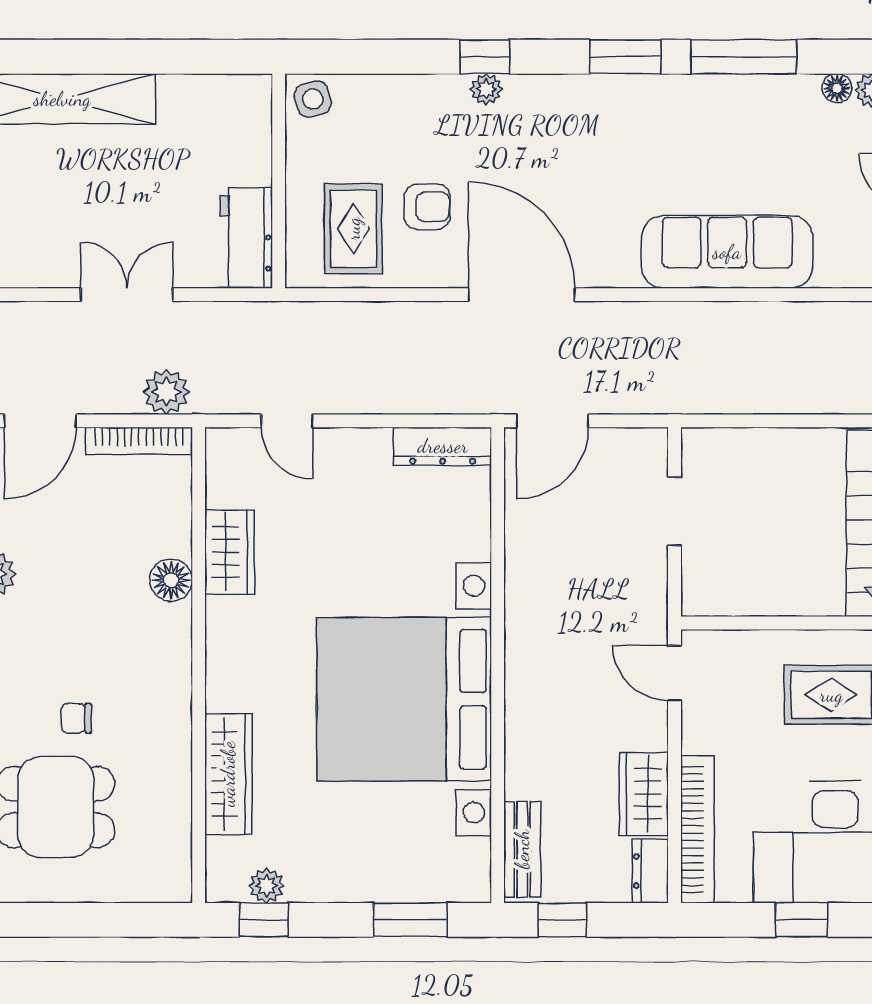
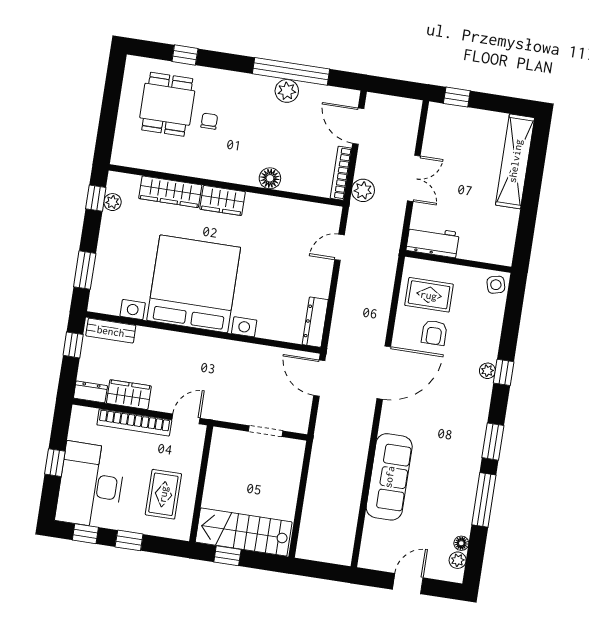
wardrobe: (230, 552) -> (223, 200), moved
bookcase: (697, 829) -> (134, 422), moved

